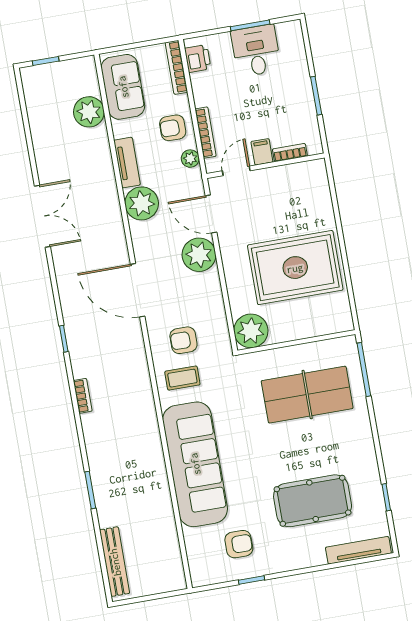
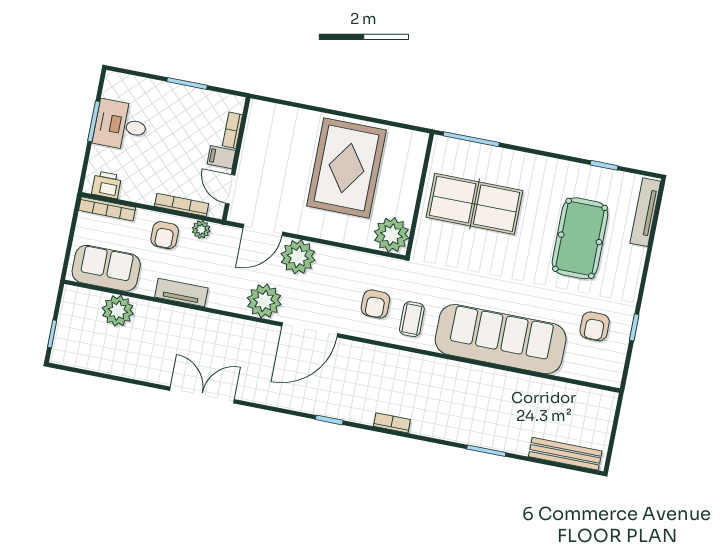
plant: (142, 203) -> (264, 301), moved
table tennis table: (307, 395) -> (475, 204), turned 90
armchair: (239, 544) -> (595, 326), turned 180

